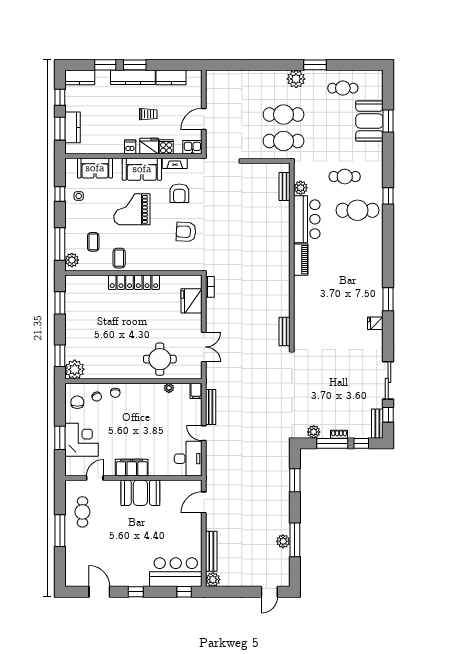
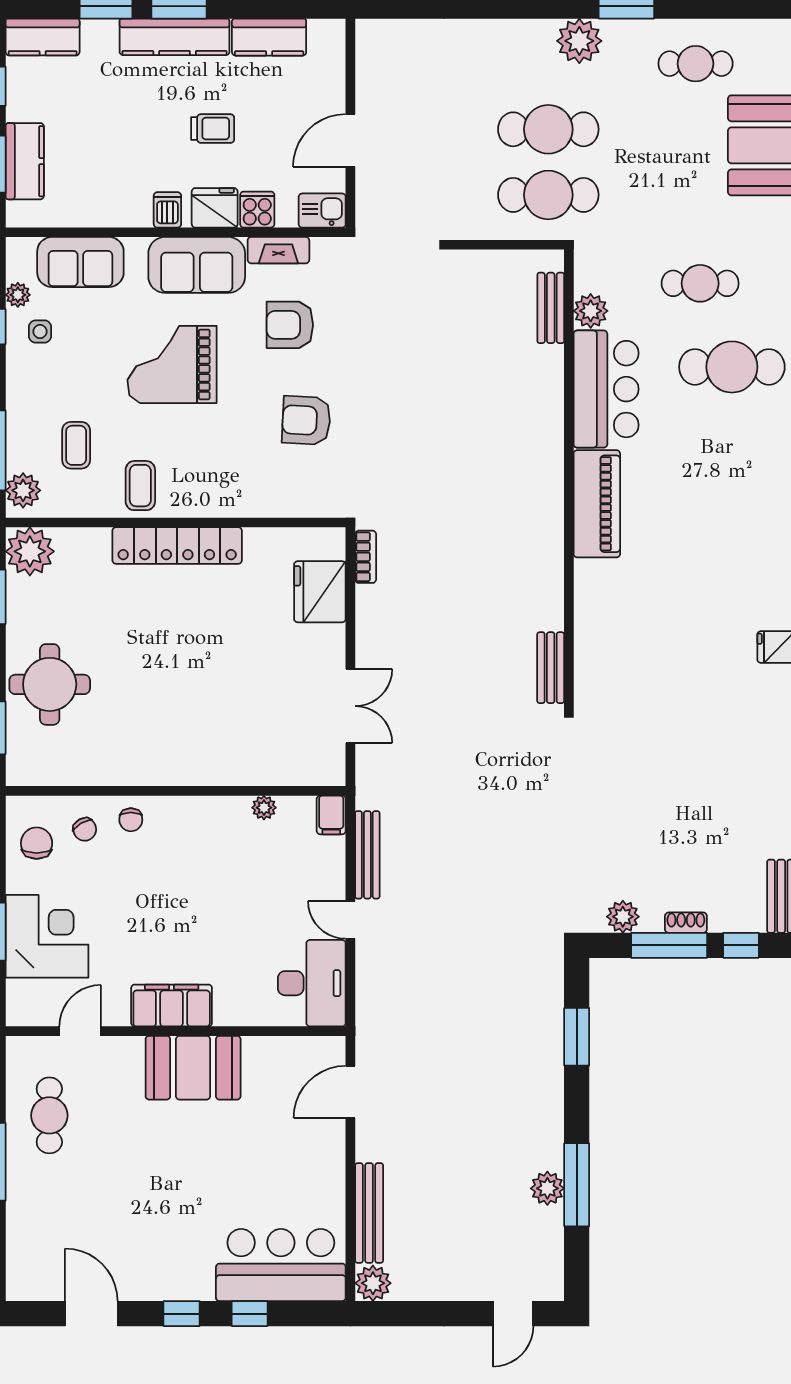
plant: (70, 181) -> (18, 295), added
armchair: (179, 193) -> (290, 325), turned 90
piano: (301, 260) -> (597, 504), width x1.37, depth x1.33
round table: (160, 359) -> (50, 684), moved
plant: (75, 369) -> (30, 551), moved
window: (184, 592) -> (250, 1314), moved

